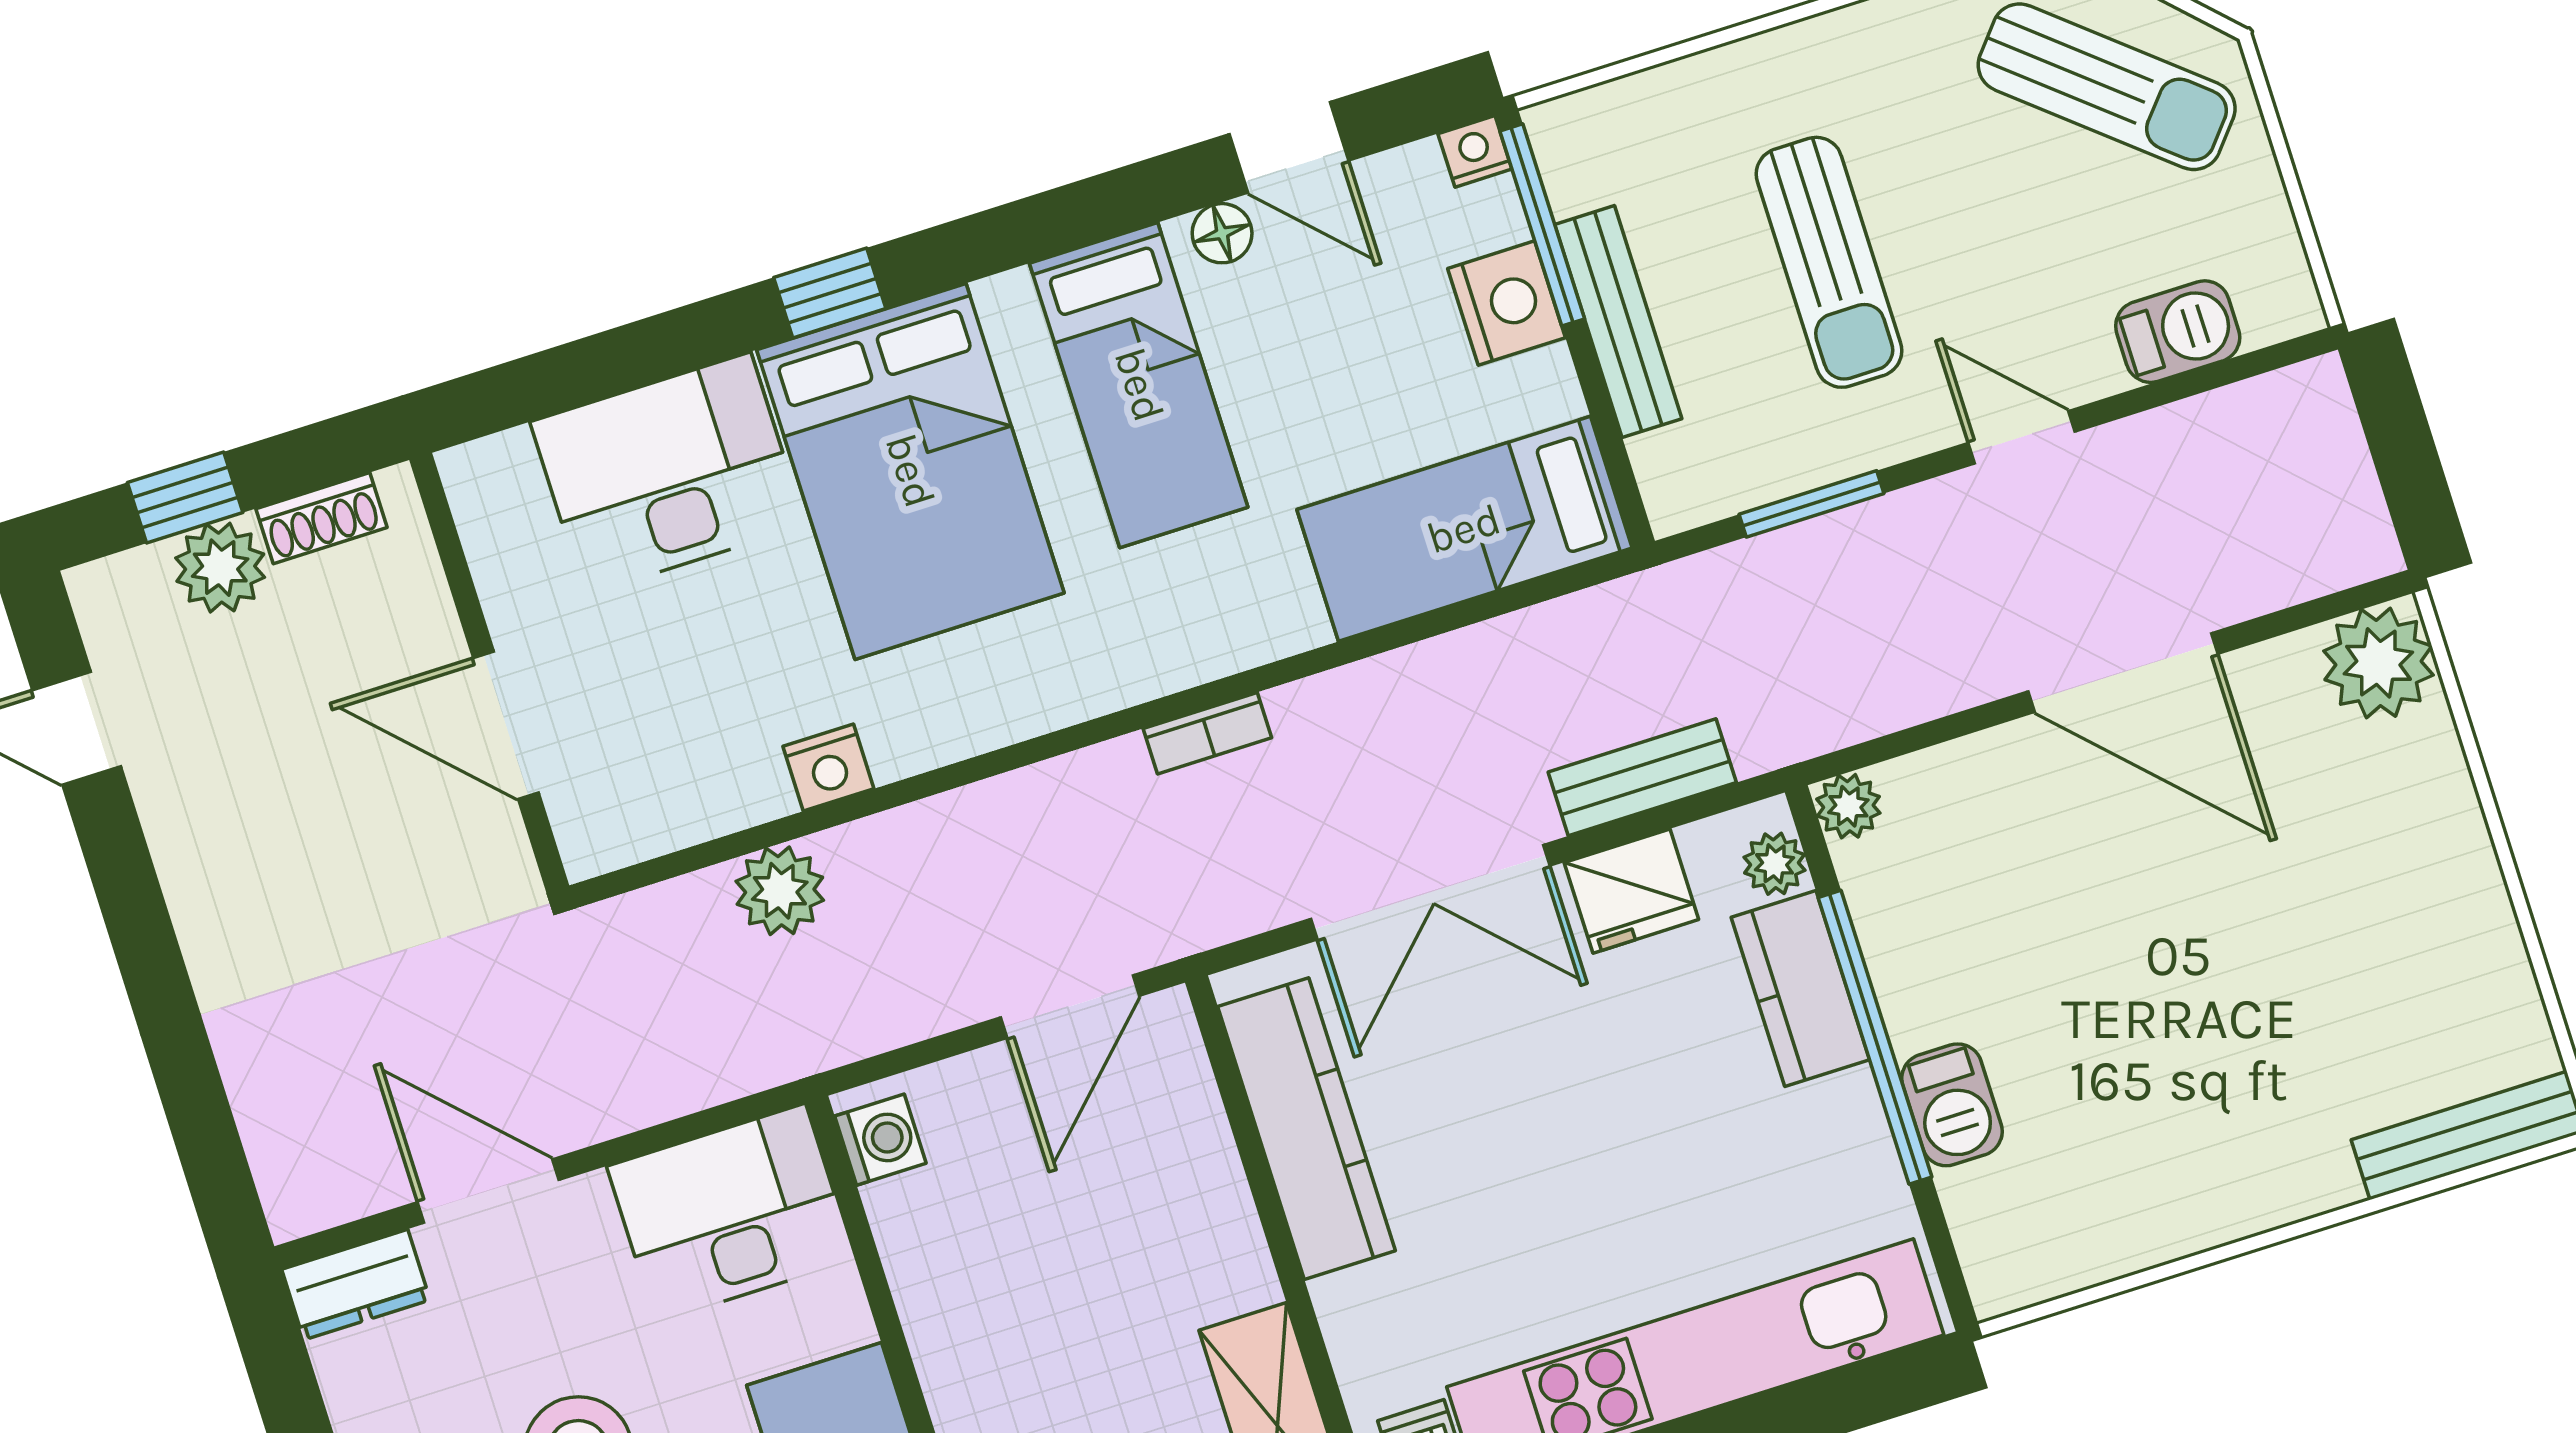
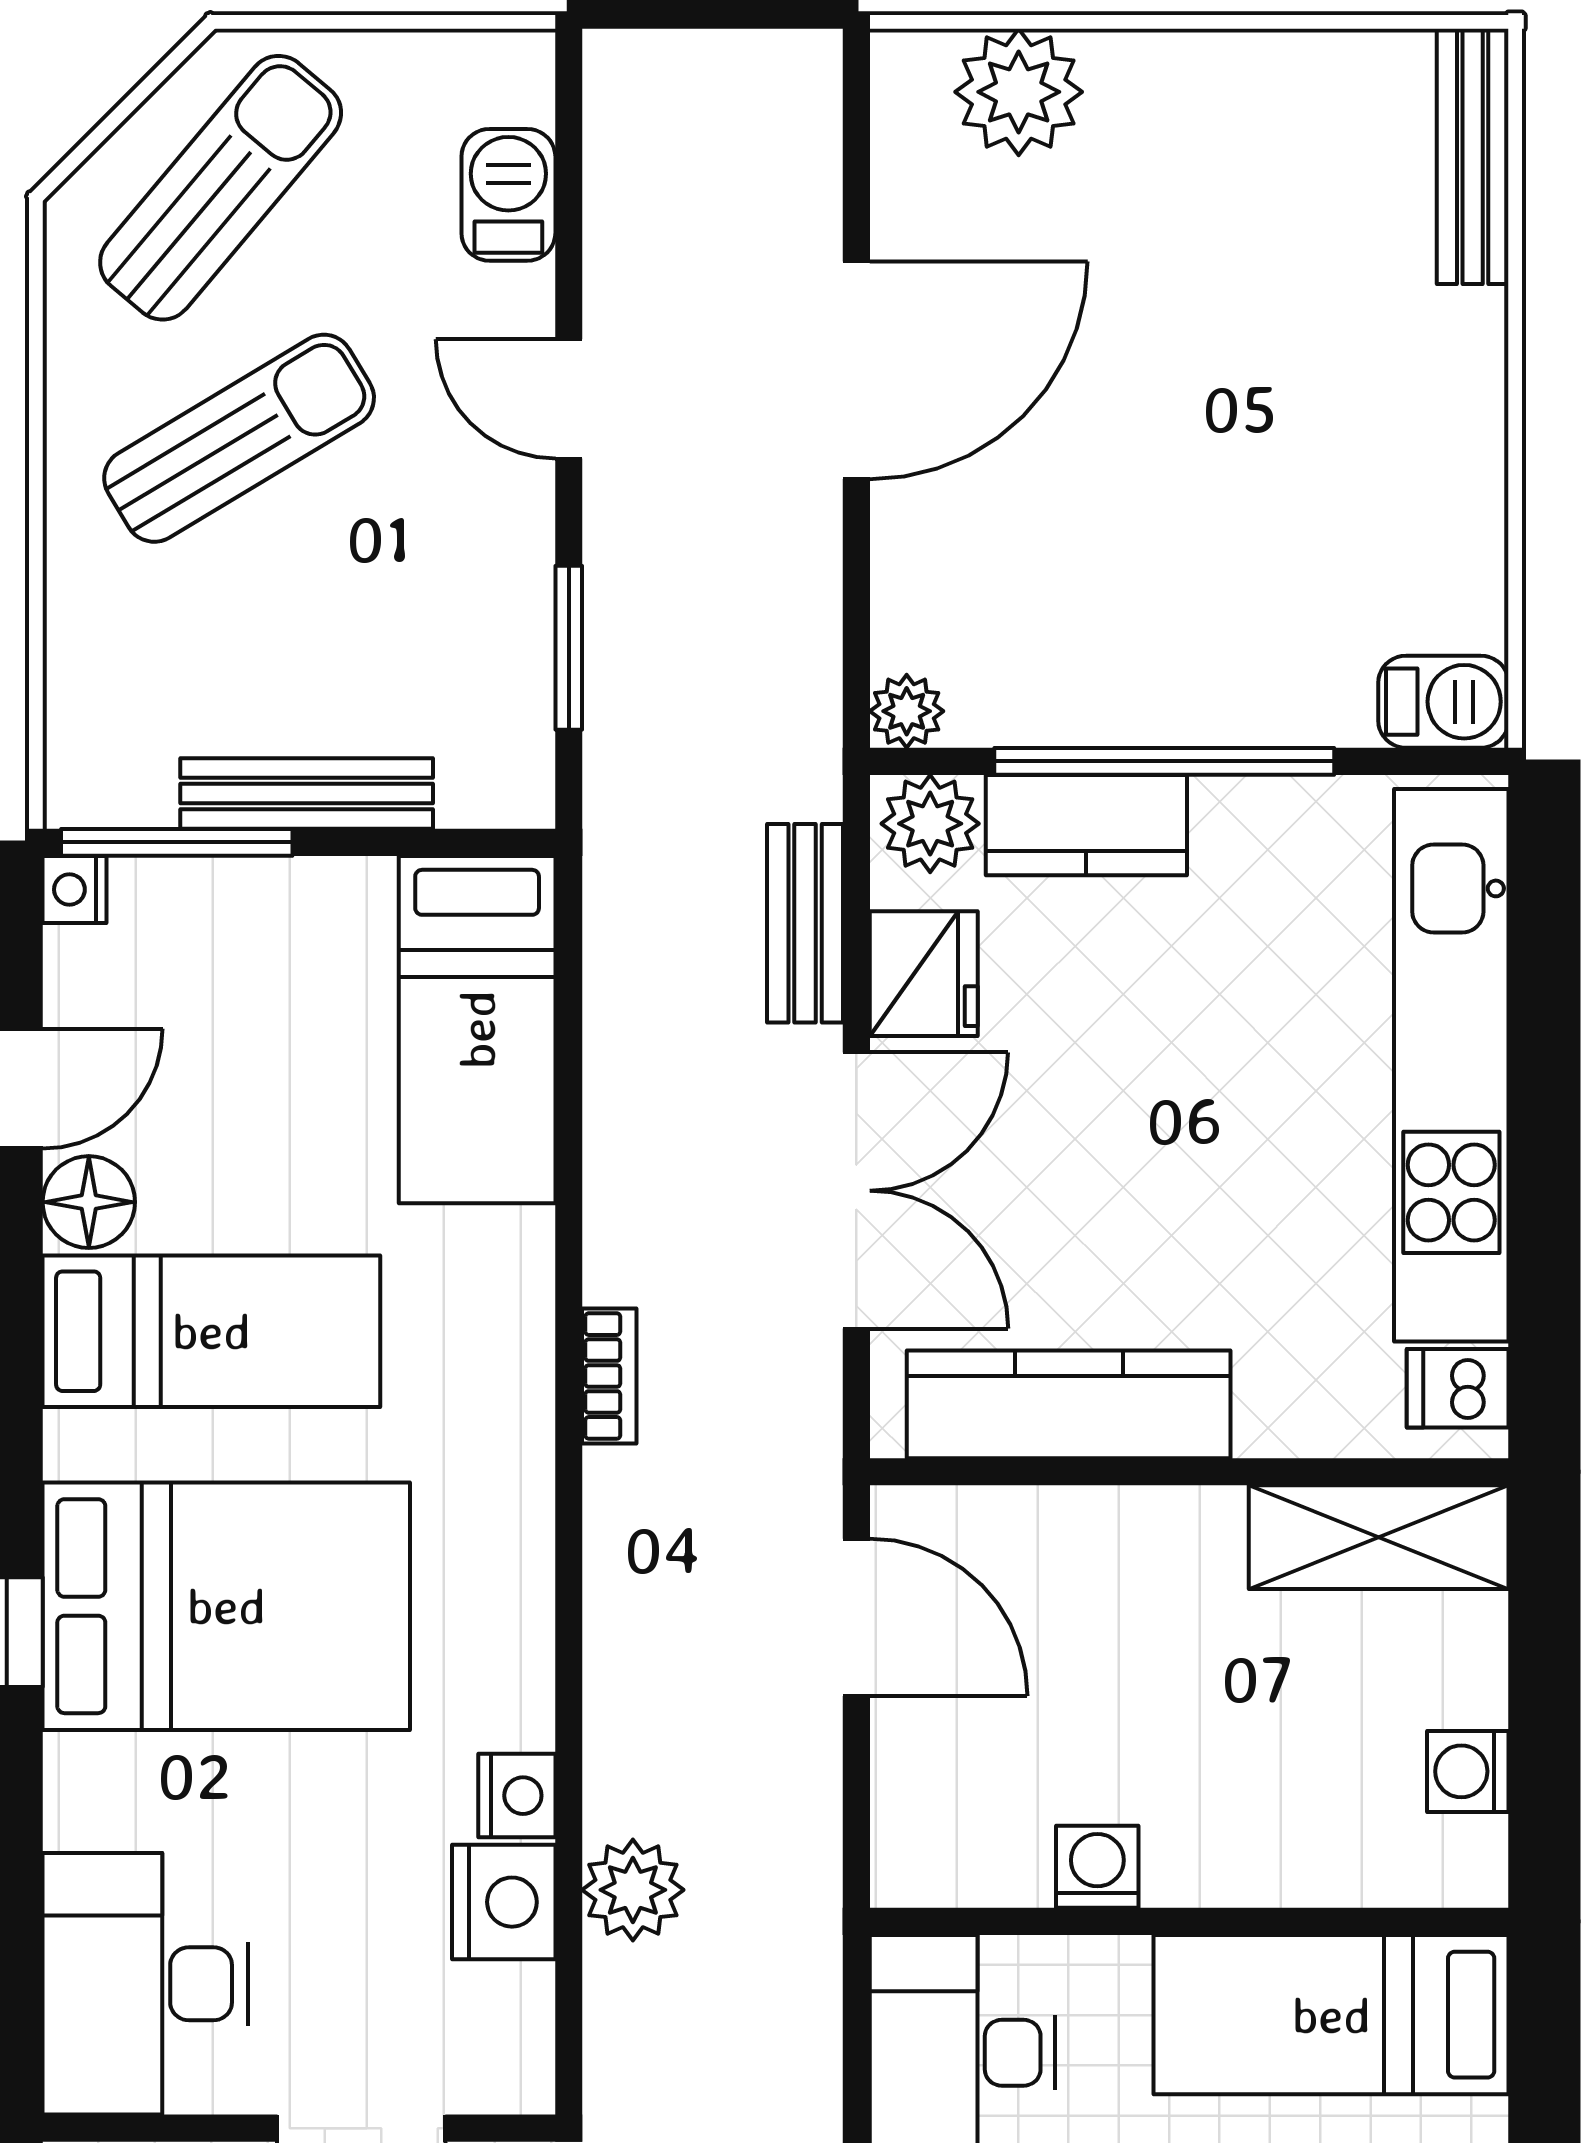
floor lamp: (1222, 233) -> (89, 1202), width x1.37, depth x1.37
sun lounger: (1829, 262) -> (239, 438), moved, turned -31
nightstand: (1507, 303) -> (504, 1902), moved, turned 90
door: (2022, 437) -> (569, 399), hinge flipped
desk: (668, 473) -> (146, 1984), moved
plant: (2378, 663) -> (1019, 92), moved
plant: (1775, 864) -> (930, 824), width x1.38, depth x1.38
barbecue: (1952, 1105) -> (1443, 702), moved
washing machine: (880, 1140) -> (1097, 1867), moved

